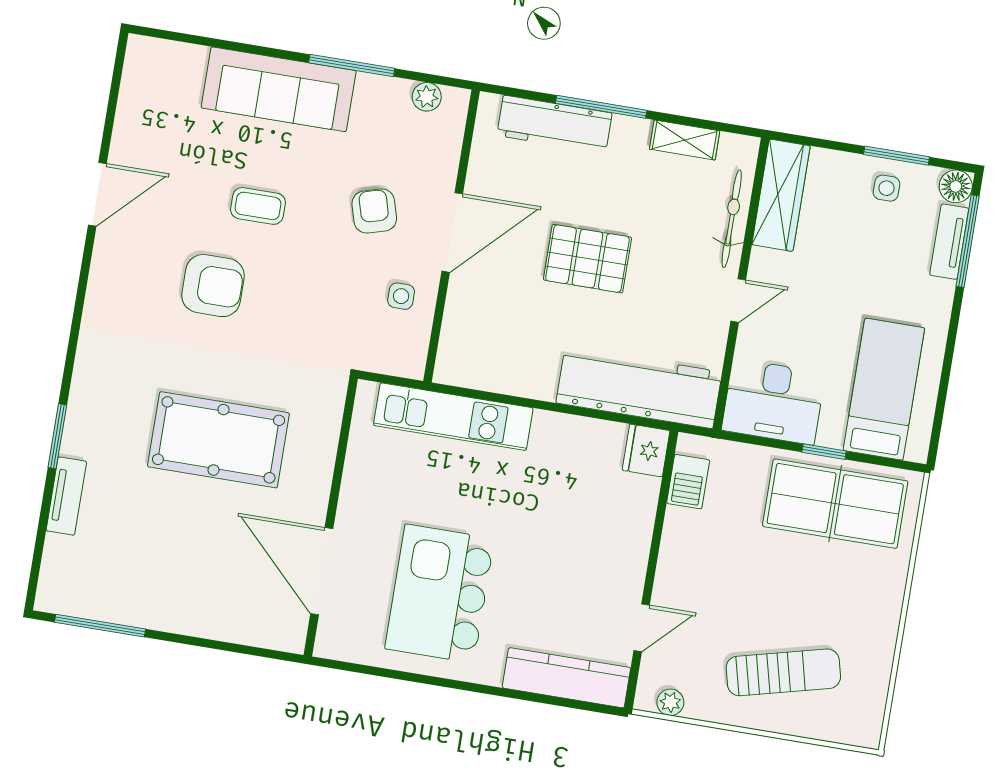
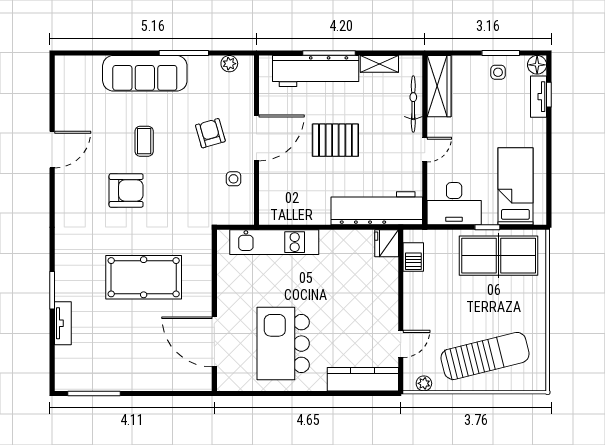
workbench: (554, 124) -> (316, 71), width x1.36, depth x1.32
coffee table: (258, 206) -> (144, 141), turned 90
window: (968, 241) -> (549, 95), width x0.46
sun lounger: (783, 672) -> (485, 356), width x1.36, depth x1.34

